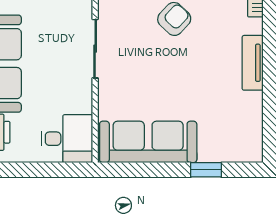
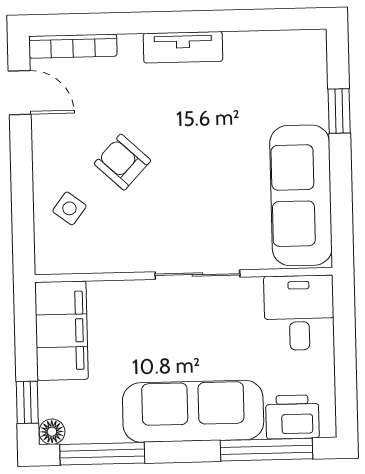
sliding door: (95, 49) -> (197, 275), moved

